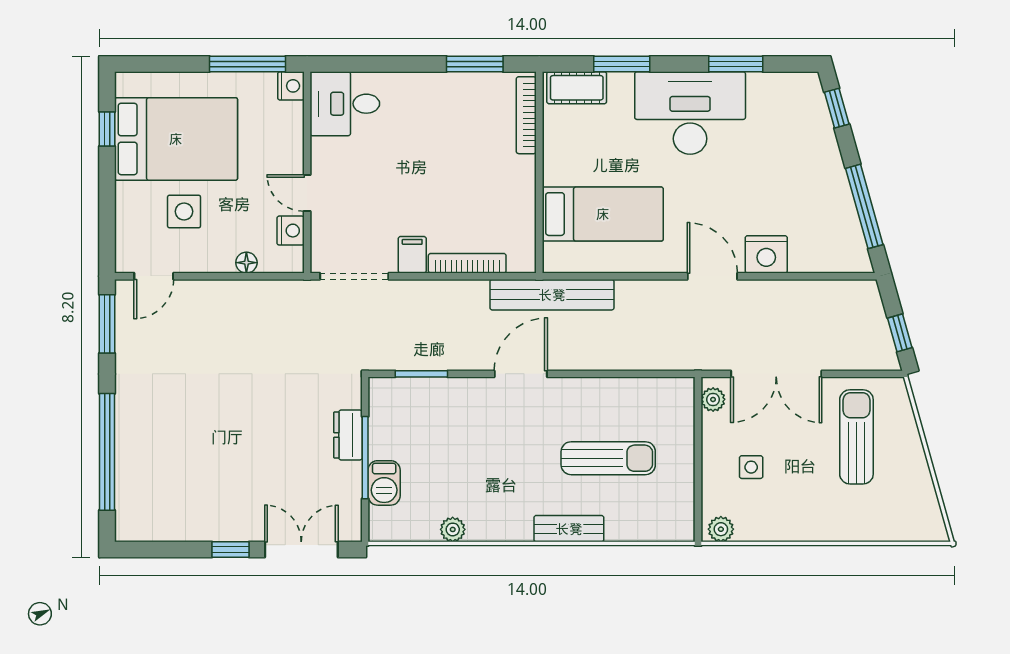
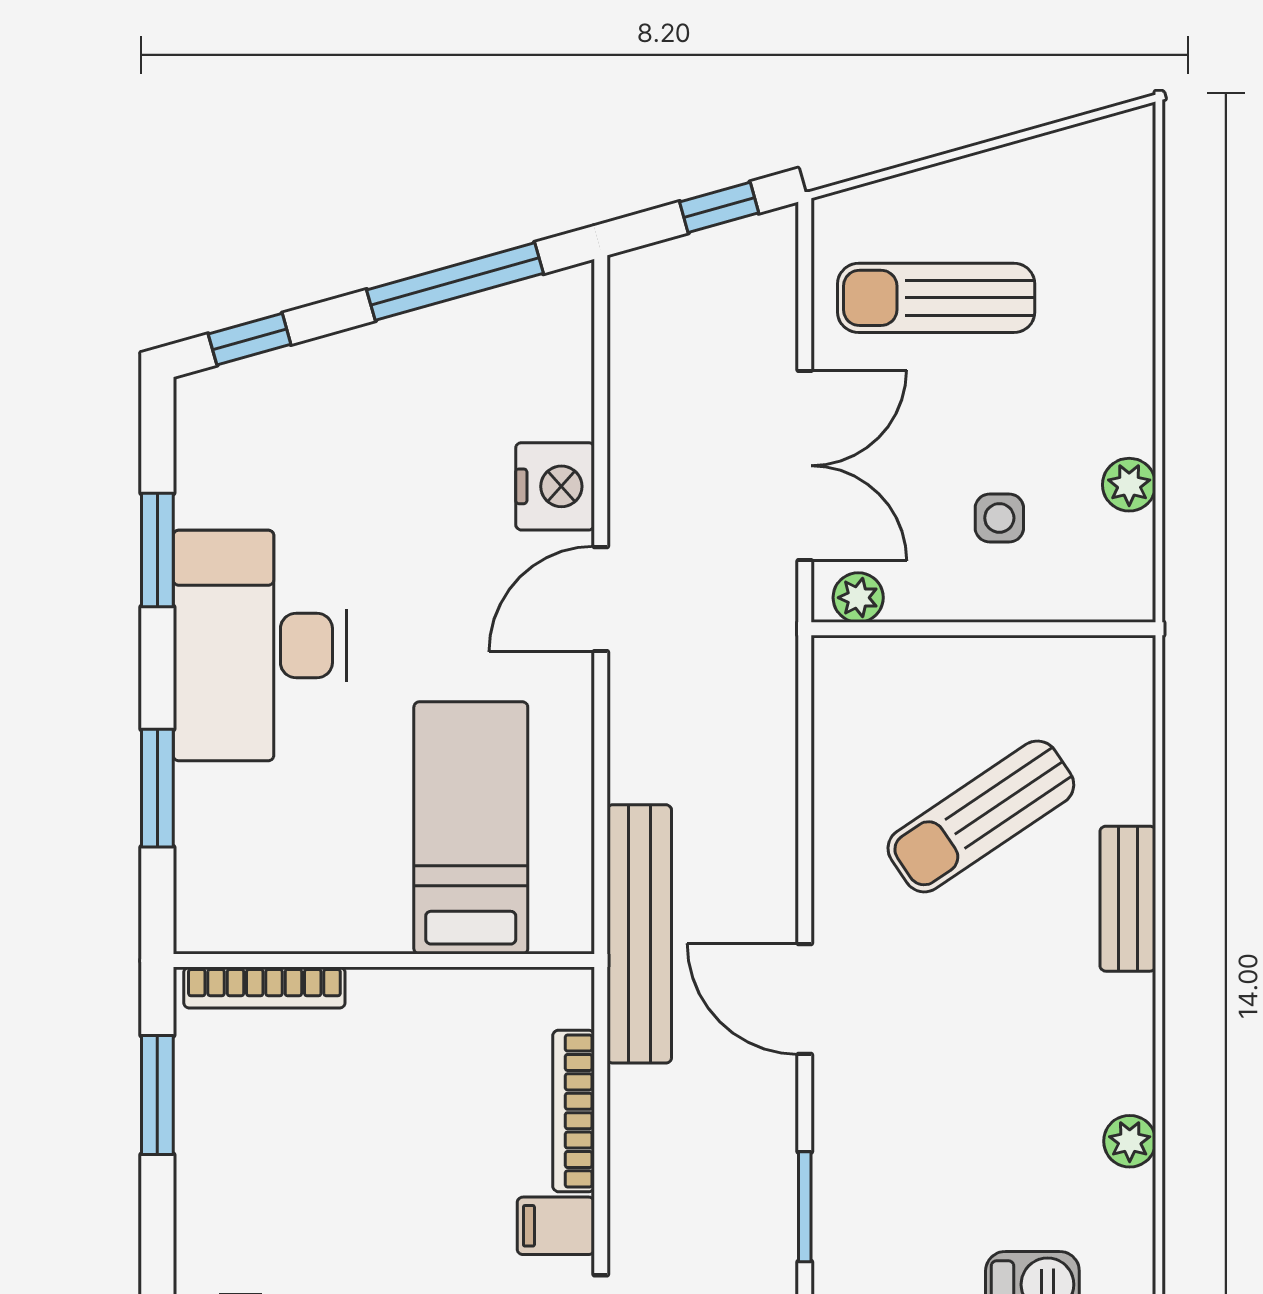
cot: (577, 88) -> (207, 882), removed
sun lounger: (608, 458) -> (981, 816), turned -124
plant: (721, 529) -> (1129, 485), moved

